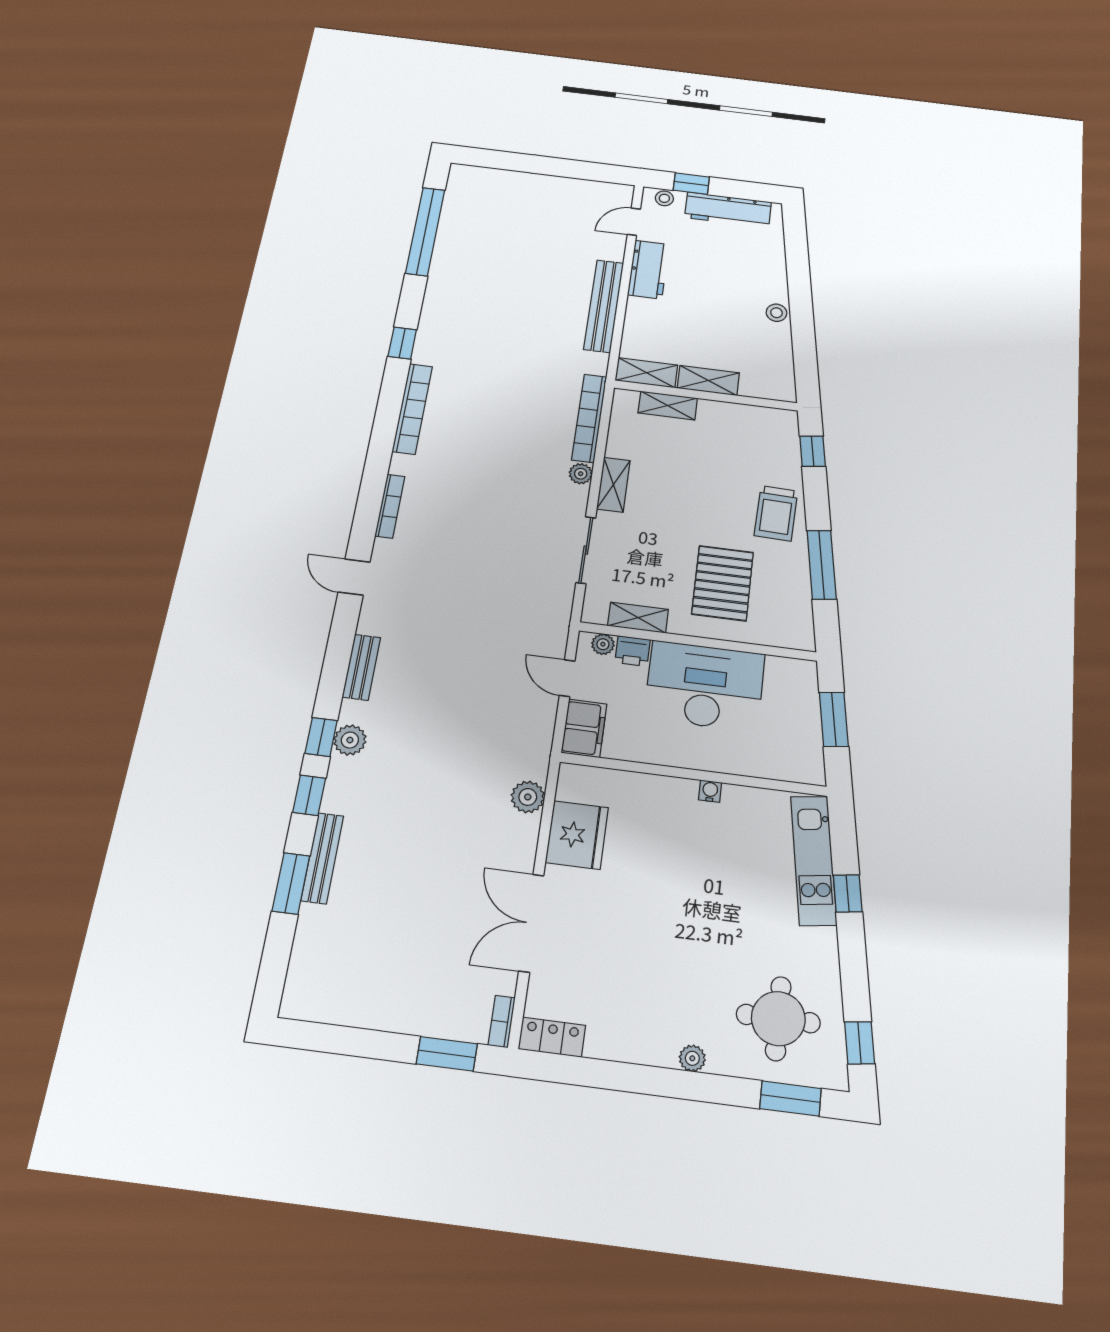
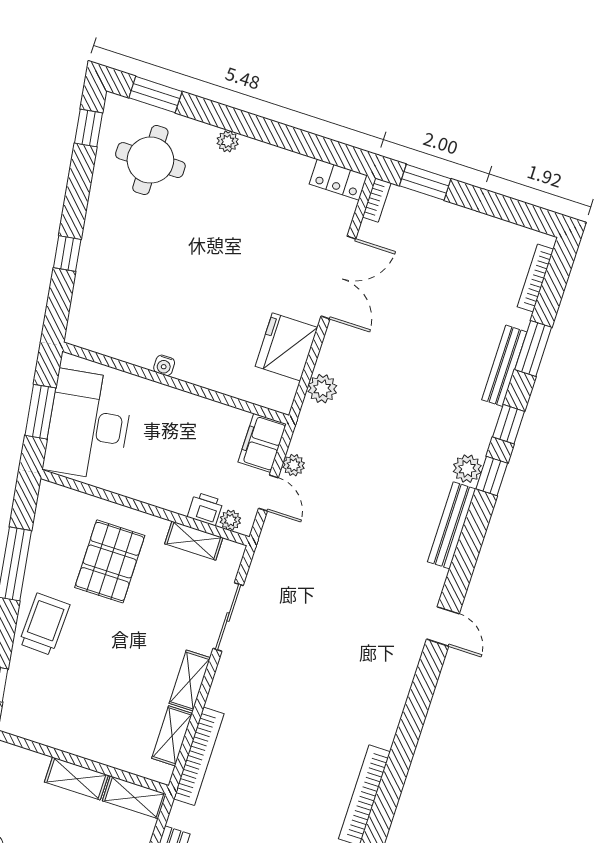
shelving: (668, 405) -> (172, 736), moved, turned 90
plant: (581, 474) -> (294, 465), moved
bookcase: (390, 506) -> (535, 278), moved
bench: (361, 667) -> (452, 525), width x1.36
desk: (705, 686) -> (88, 425), moved, turned 82
kitchen unit: (814, 860) -> (89, 288), removed

